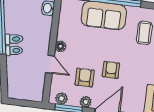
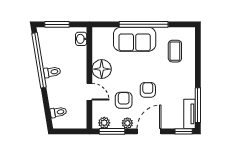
floor lamp: (61, 46) -> (102, 69), width x1.89, depth x1.89
toilet: (14, 51) -> (58, 112), moved

